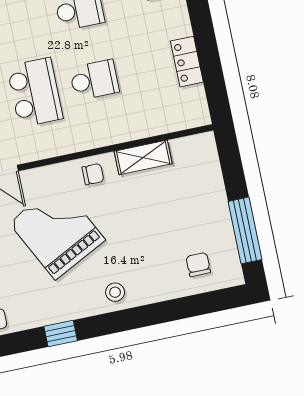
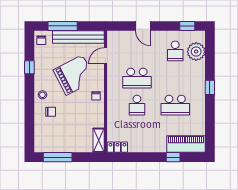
locker: (187, 62) -> (117, 147), moved
shelving: (143, 157) -> (99, 140), moved
chair: (198, 265) -> (51, 112), moved

